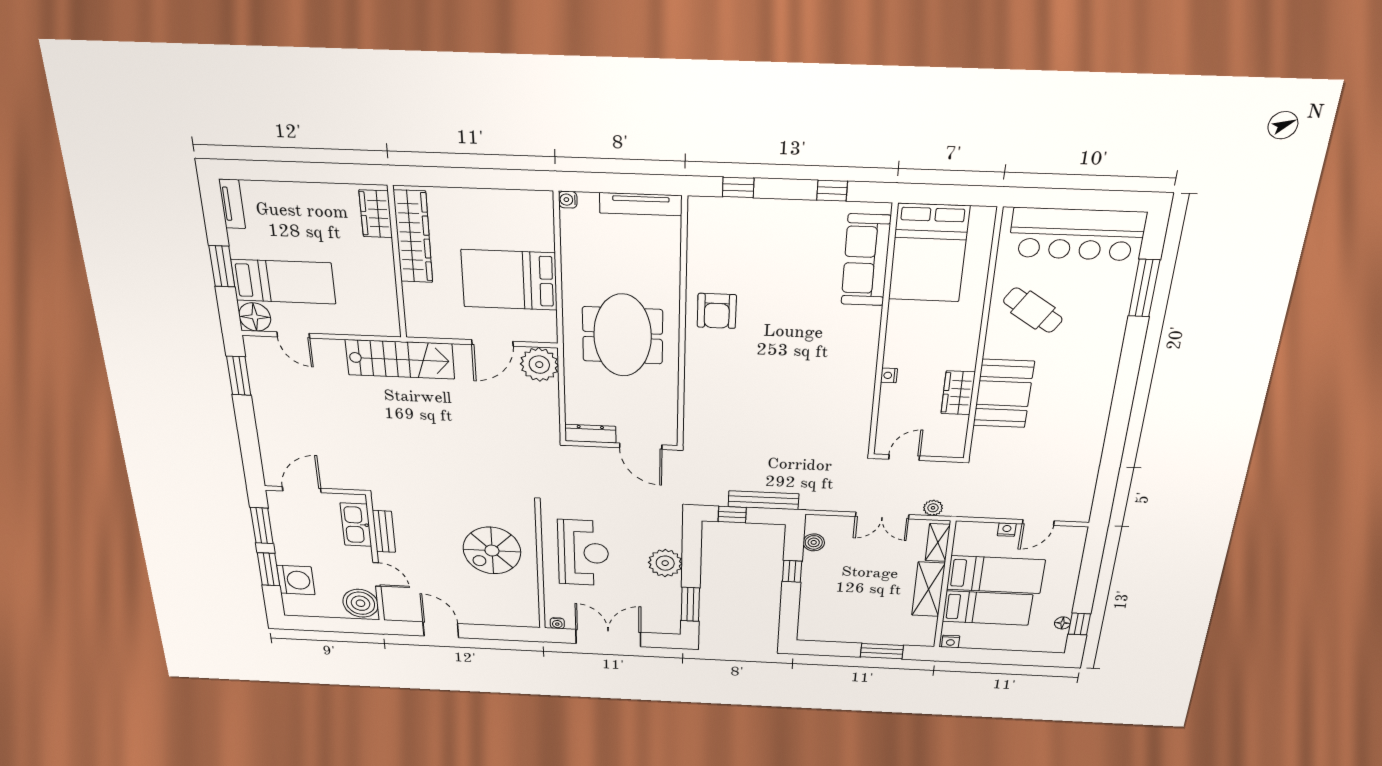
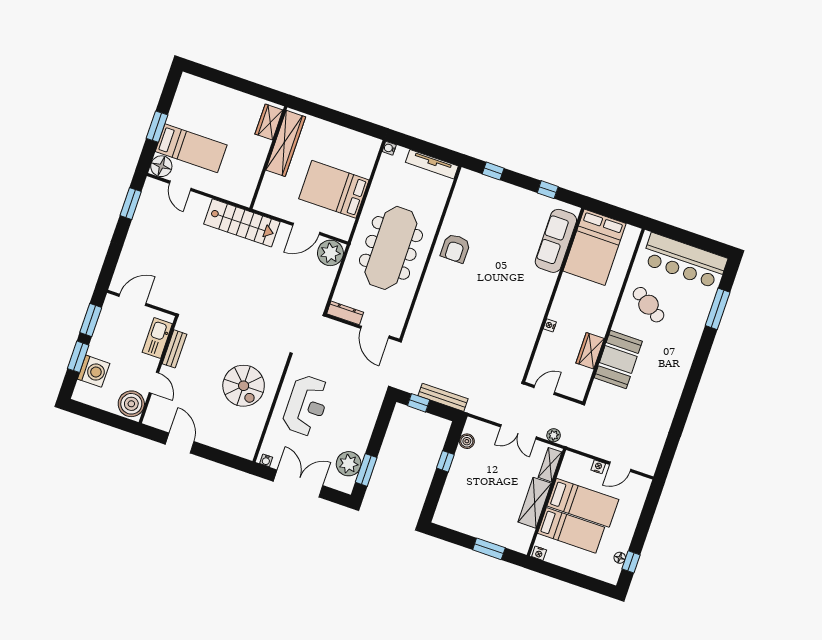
tv unit: (232, 204) -> (183, 89), removed
meeting table: (623, 335) -> (391, 248), width x1.36
spiral stairs: (492, 551) -> (244, 386), turned -90
plant: (665, 563) -> (349, 464), moved

